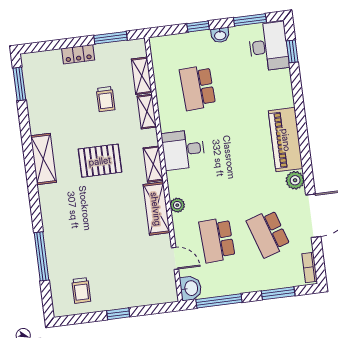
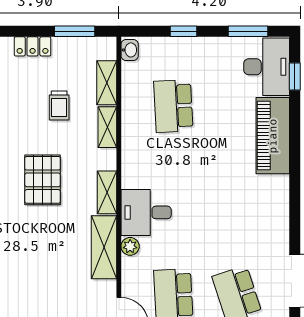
washbasin: (220, 35) -> (130, 50), moved, turned -90
piano: (286, 140) -> (273, 136), moved
desk: (183, 150) -> (146, 212), moved
pallet: (100, 161) -> (43, 180), turned 90
plant: (295, 180) -> (278, 234), removed

